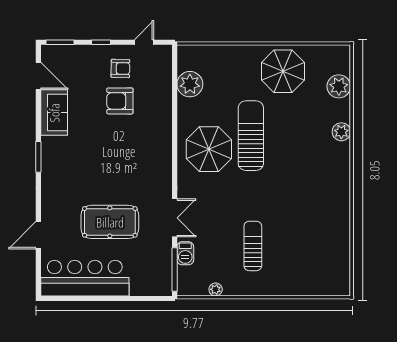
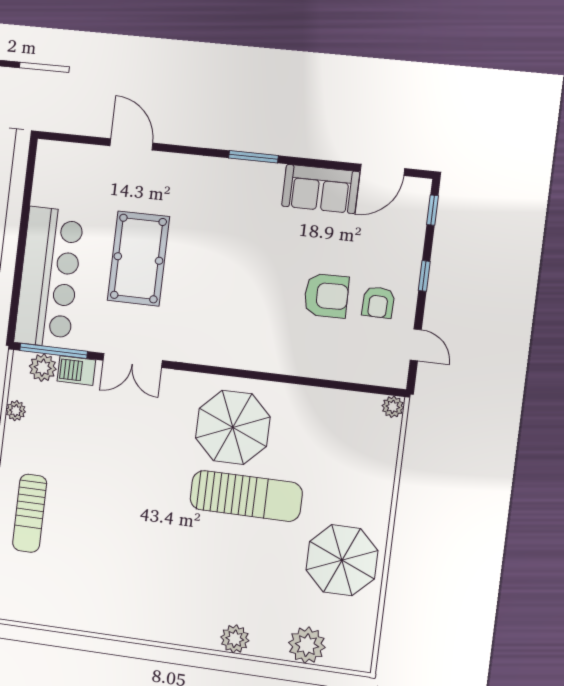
window: (60, 42) -> (432, 210), width x0.67
plant: (190, 84) -> (393, 407), moved, width x0.53, depth x0.53
armchair: (120, 101) -> (326, 296), turned 89
sun lounger: (253, 246) -> (30, 513), moved, turned 90
plant: (186, 275) -> (43, 368), added
bar counter: (85, 278) -> (49, 277), moved

